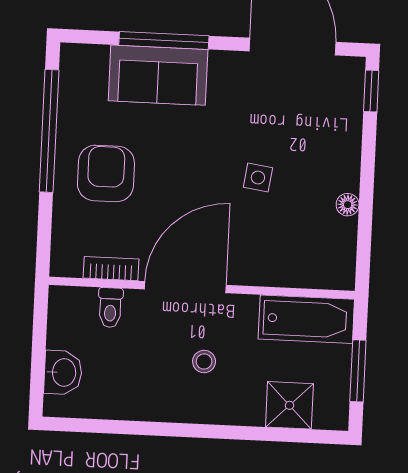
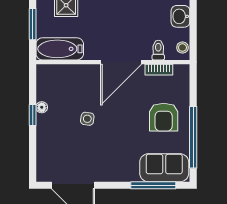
window: (164, 40) -> (153, 185), moved
sofa: (158, 75) -> (164, 168), moved
window: (371, 91) -> (33, 115), moved
stool: (204, 361) -> (182, 48), moved

